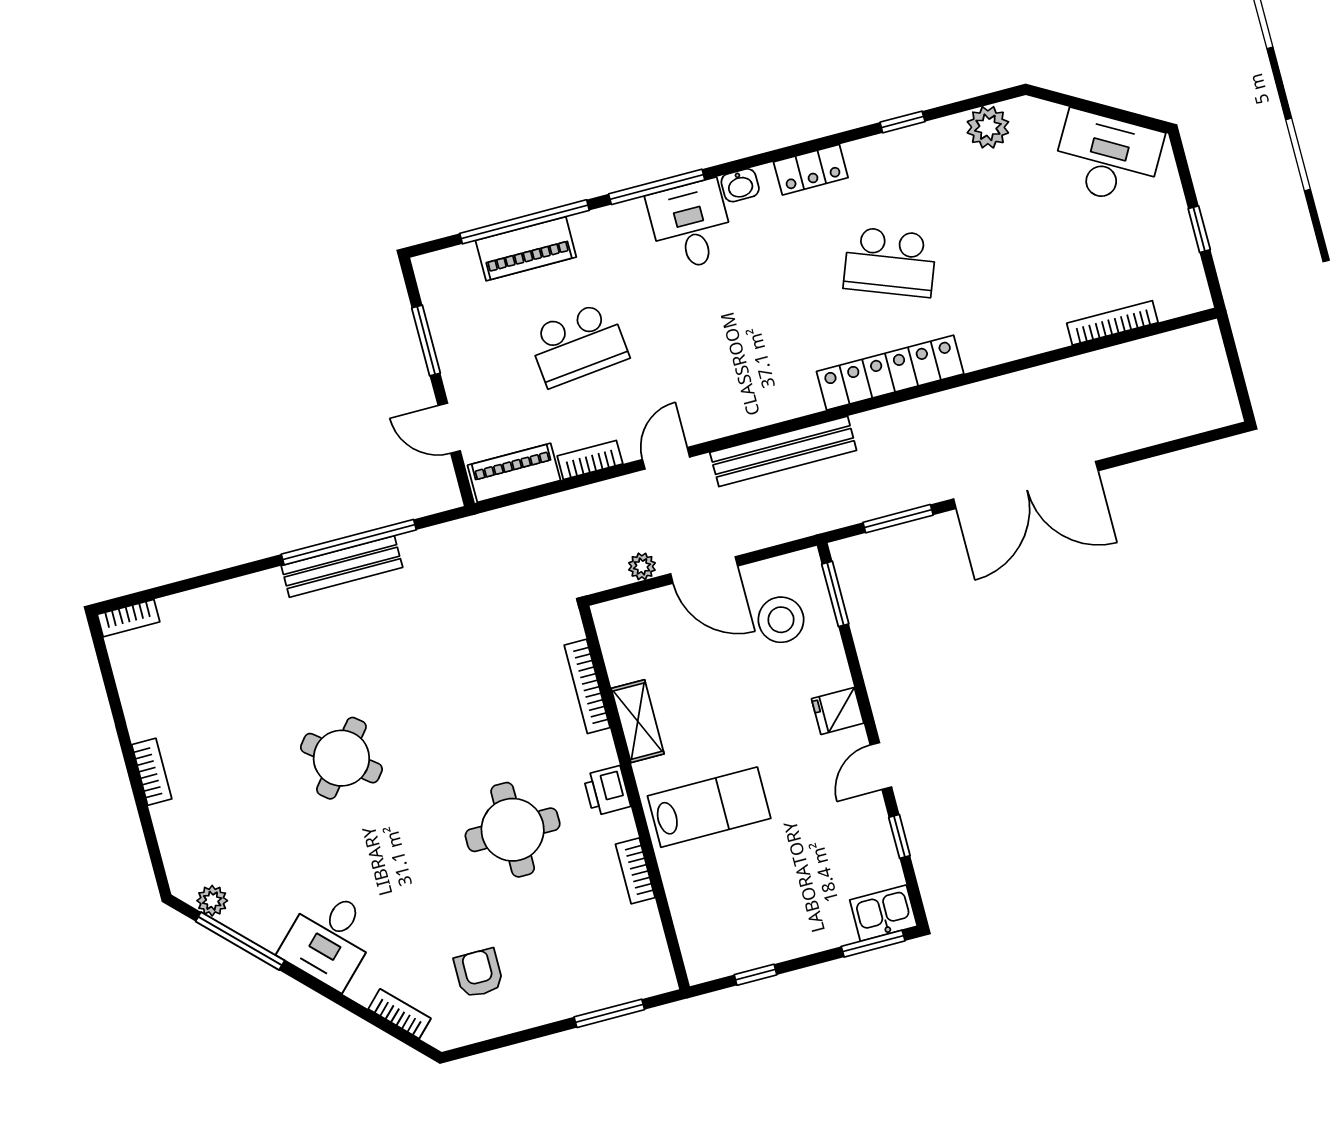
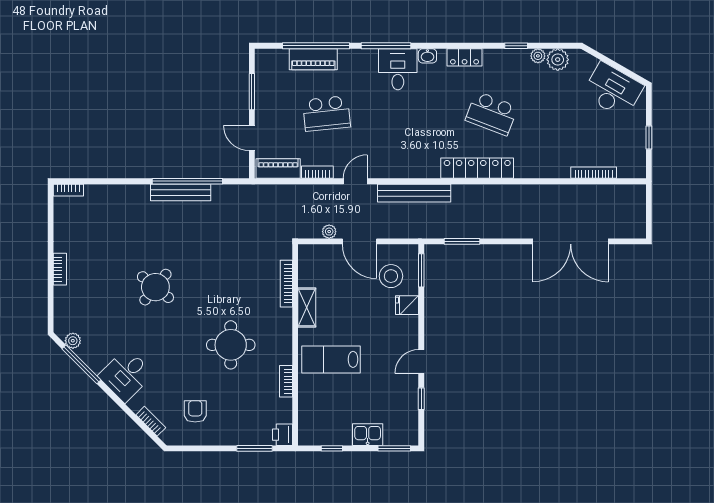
plant: (949, 130) -> (538, 56), added
double door: (1026, 485) -> (571, 241), moved
fridge: (838, 711) -> (407, 305), moved
printer: (607, 791) -> (282, 435), moved
lab bench: (709, 807) -> (331, 359), turned 180
kitchen sink: (883, 913) -> (368, 435), moved

